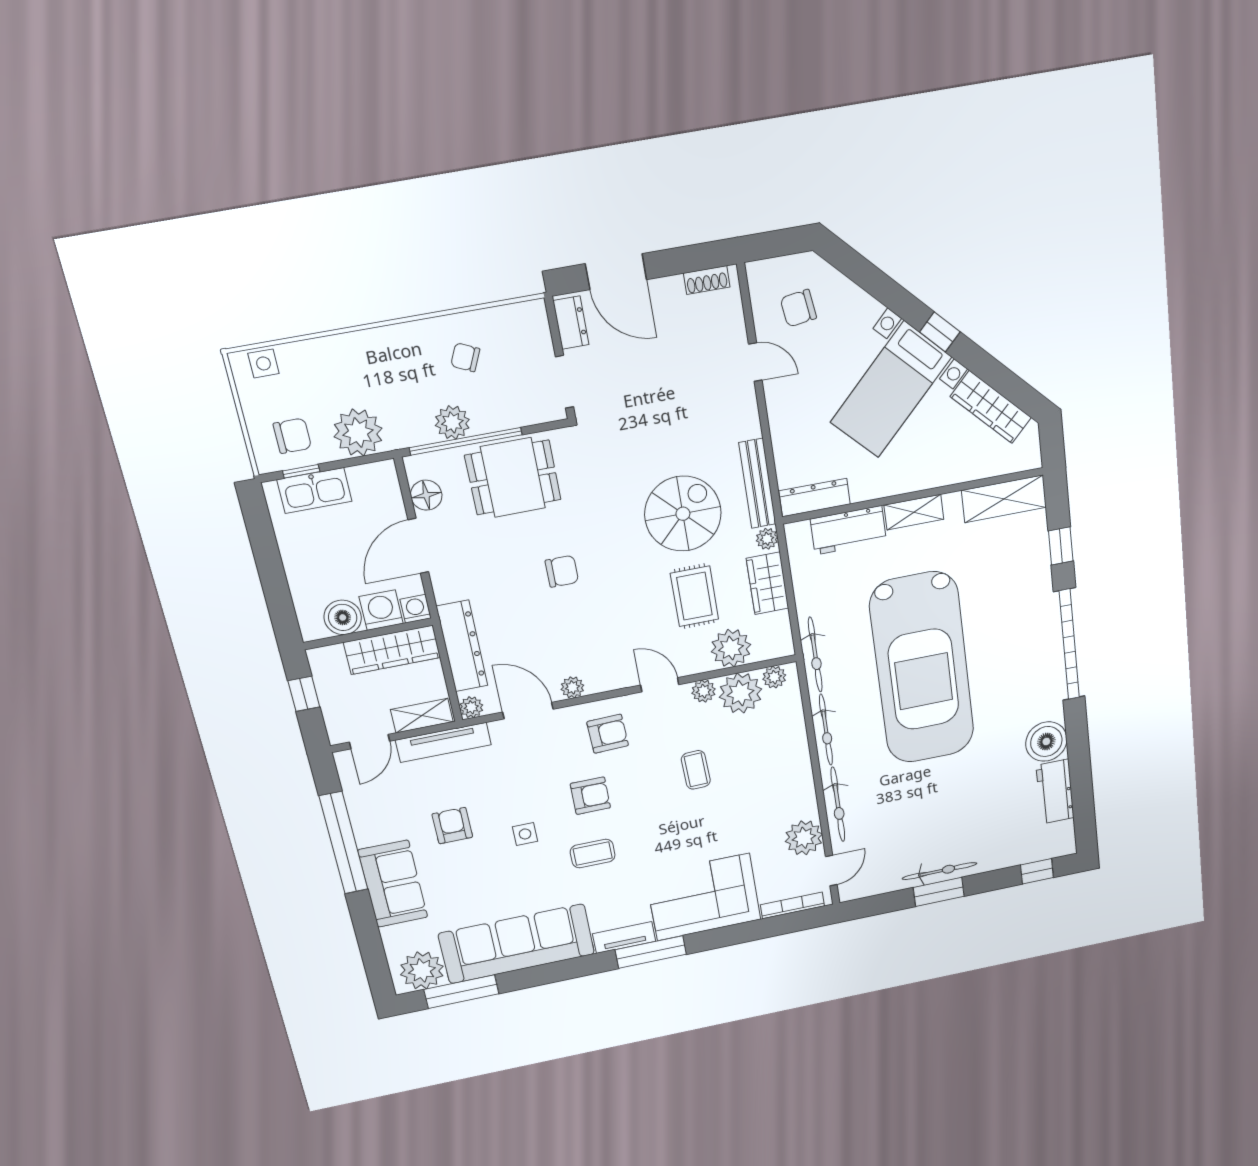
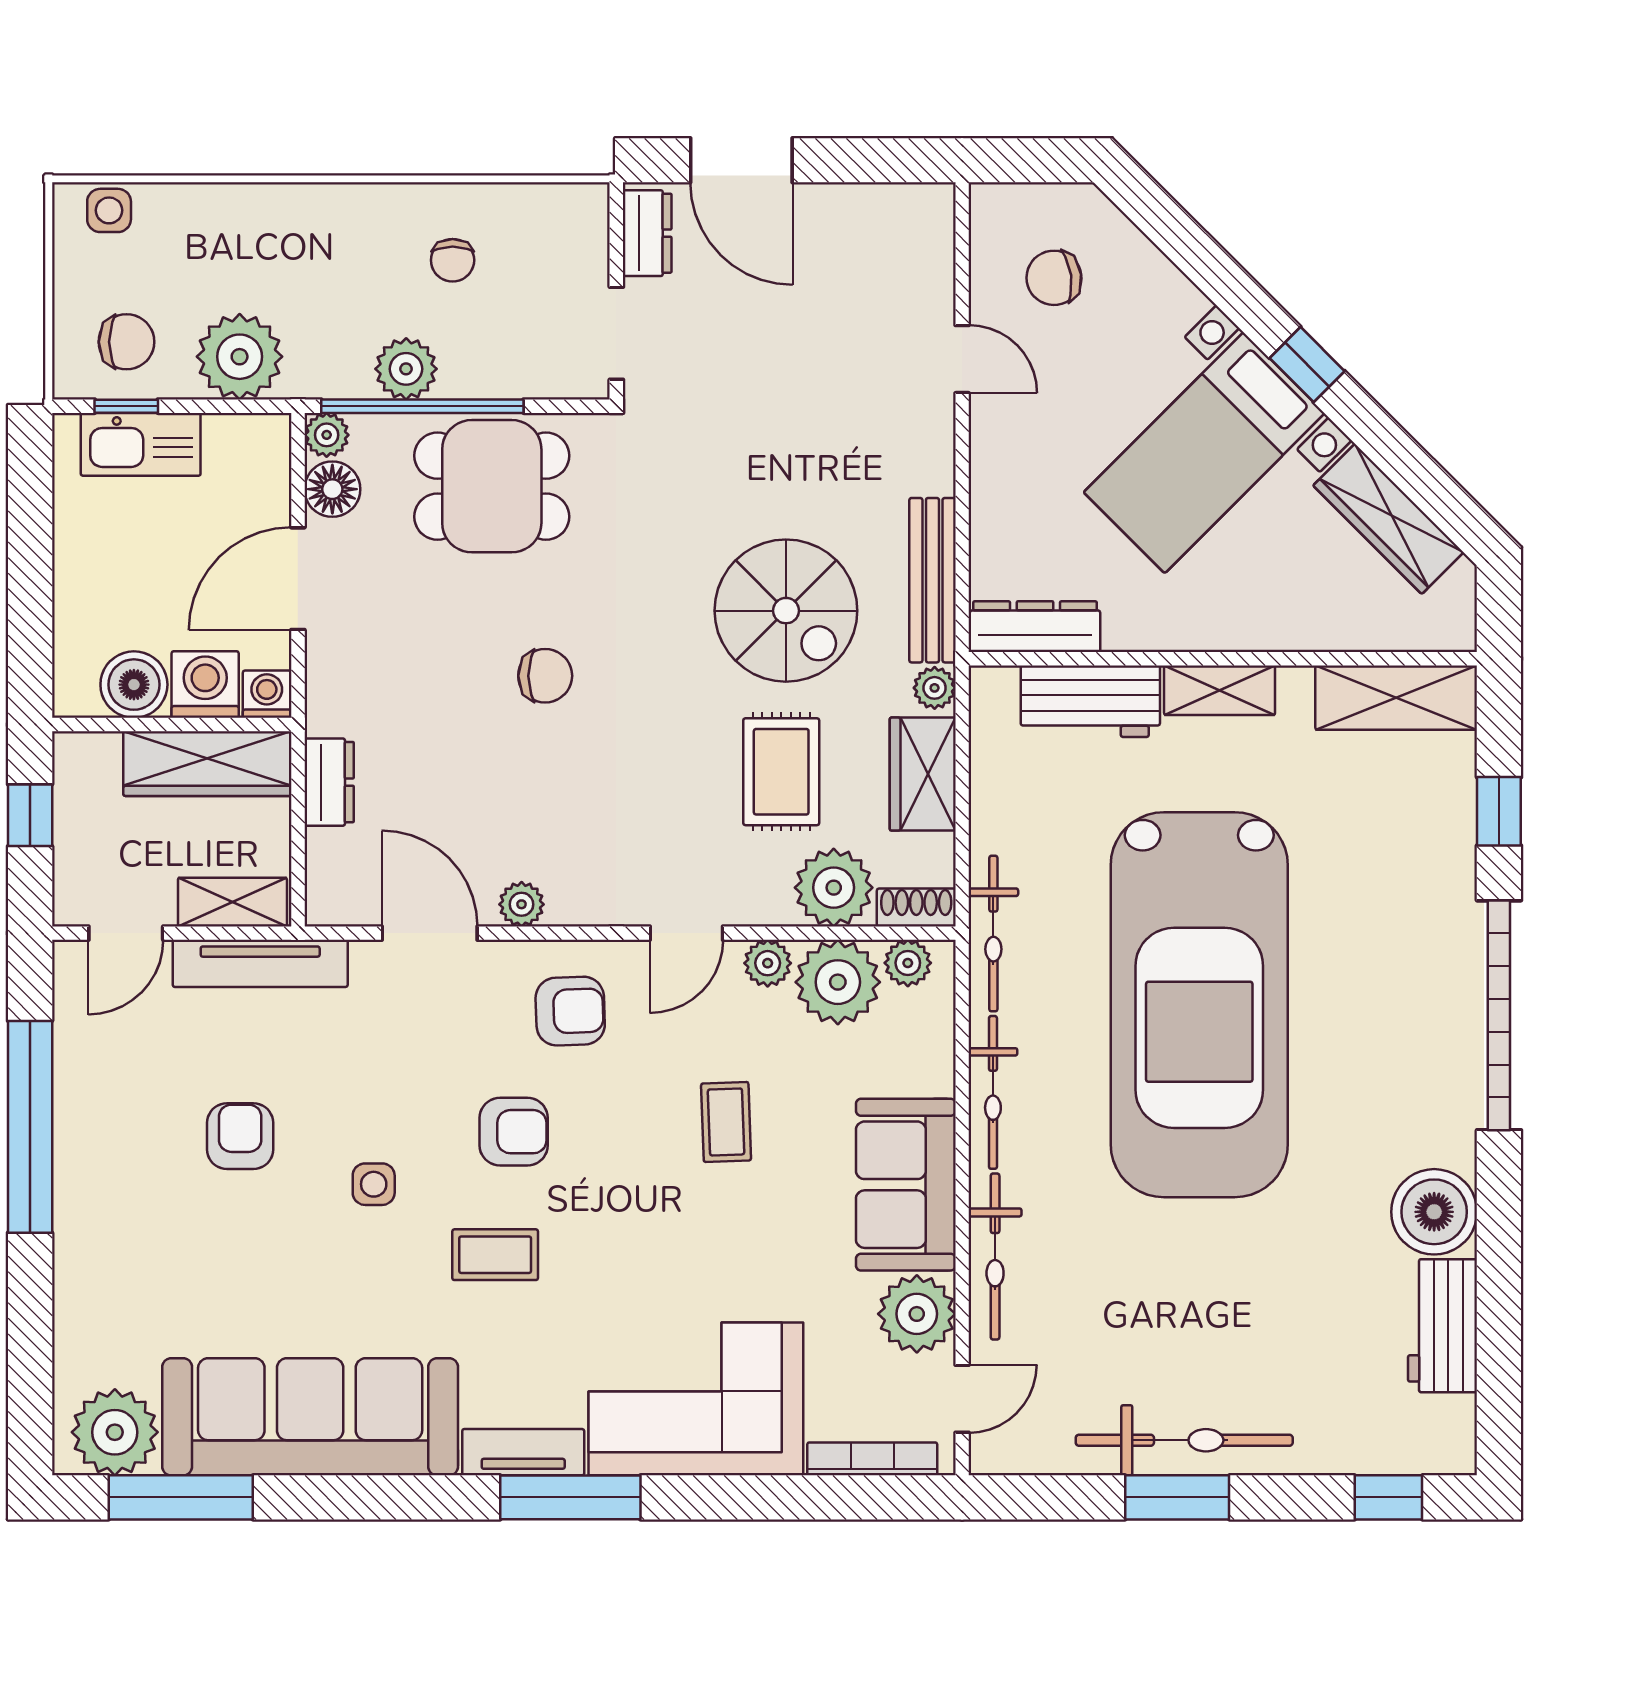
shoe rack: (707, 280) -> (916, 907), moved, turned 180
chair: (465, 357) -> (453, 260), turned -115
spiral stairs: (683, 514) -> (786, 611), turned 90
dresser: (462, 646) -> (329, 782), width x0.51, depth x0.80
door: (660, 685) -> (686, 933), swing flipped
plant: (471, 707) -> (327, 435), moved
bicycle: (939, 871) -> (1184, 1440), width x1.37, depth x1.40
sofa: (393, 884) -> (906, 1185), moved, turned 180

